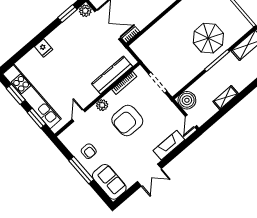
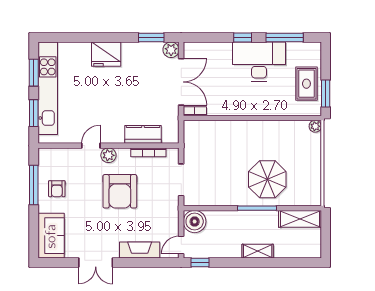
fridge: (44, 48) -> (106, 54), width x1.88, depth x1.34
kitchen counter: (112, 75) -> (143, 134), width x0.67
shelving: (226, 97) -> (258, 251), moved
door: (78, 116) -> (91, 146), moved
armchair: (127, 121) -> (120, 191), turned -90
window: (211, 122) -> (200, 263), added
window: (81, 170) -> (34, 185), moved

